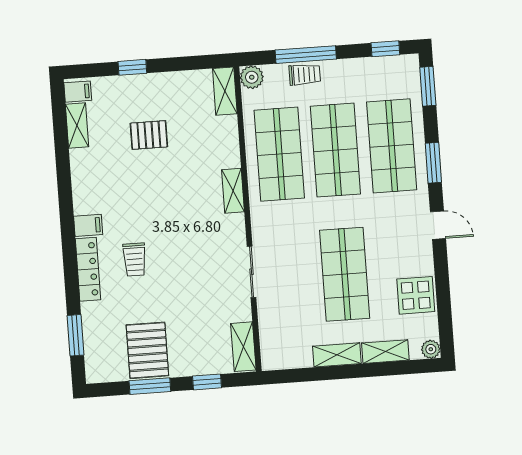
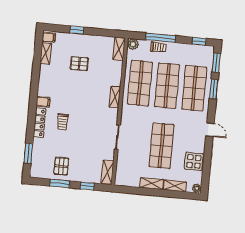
window: (433, 163) -> (214, 89), moved
pallet: (147, 350) -> (61, 166), width x0.67, depth x0.71

